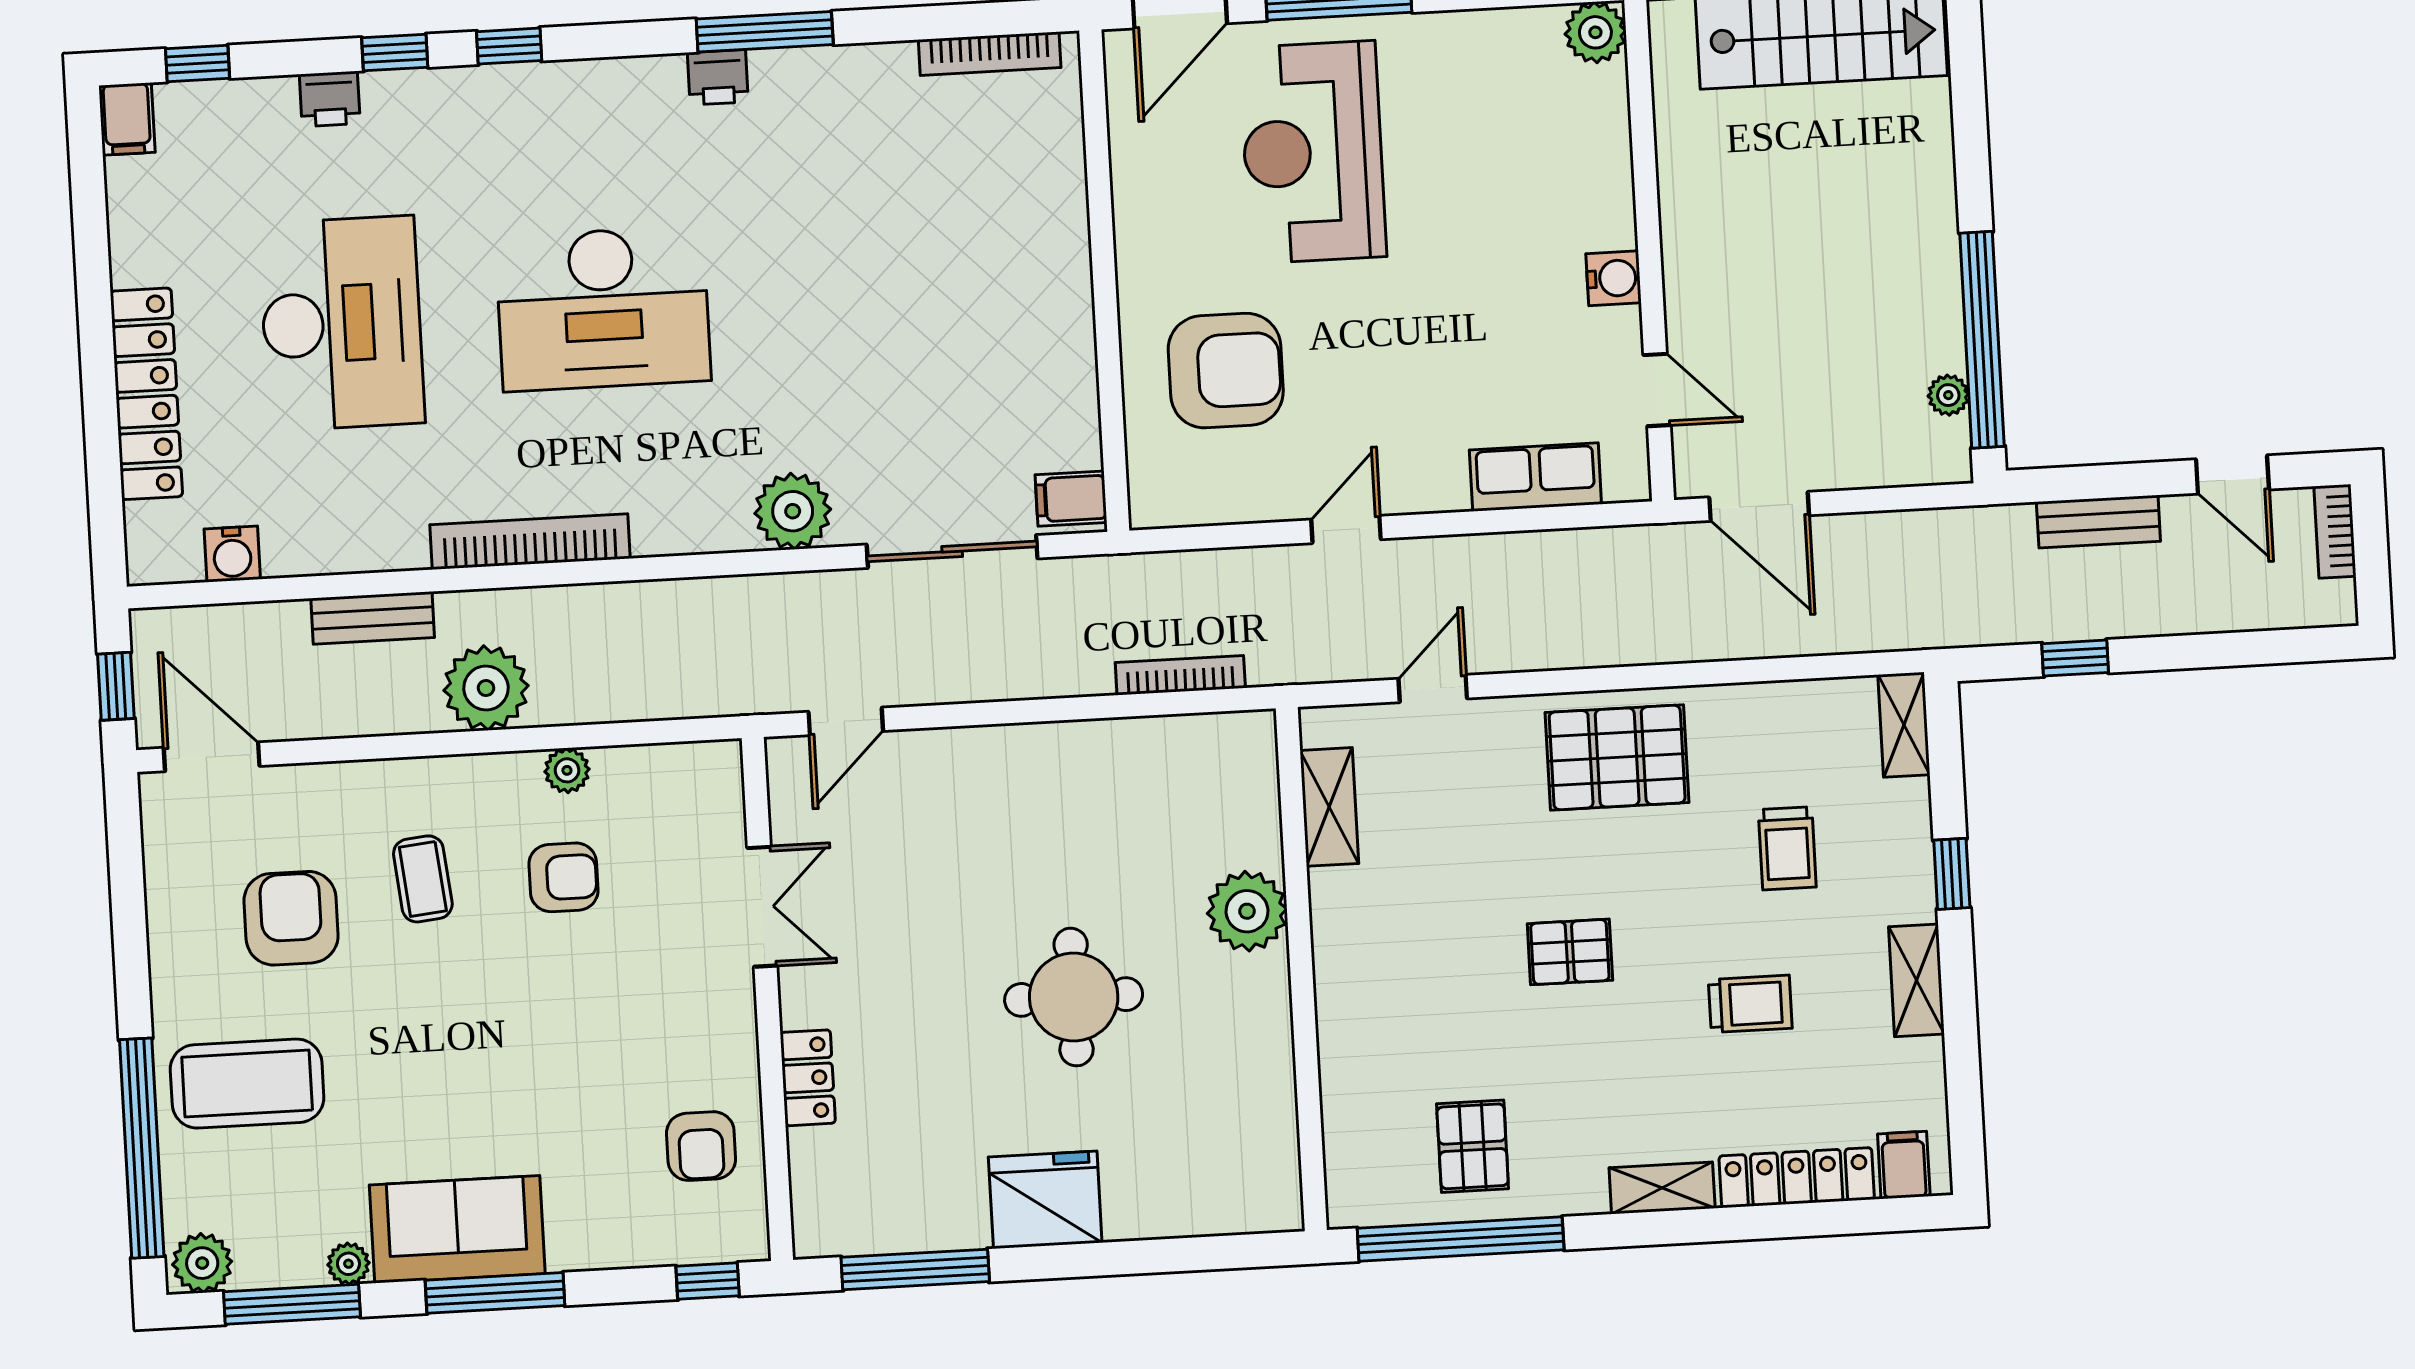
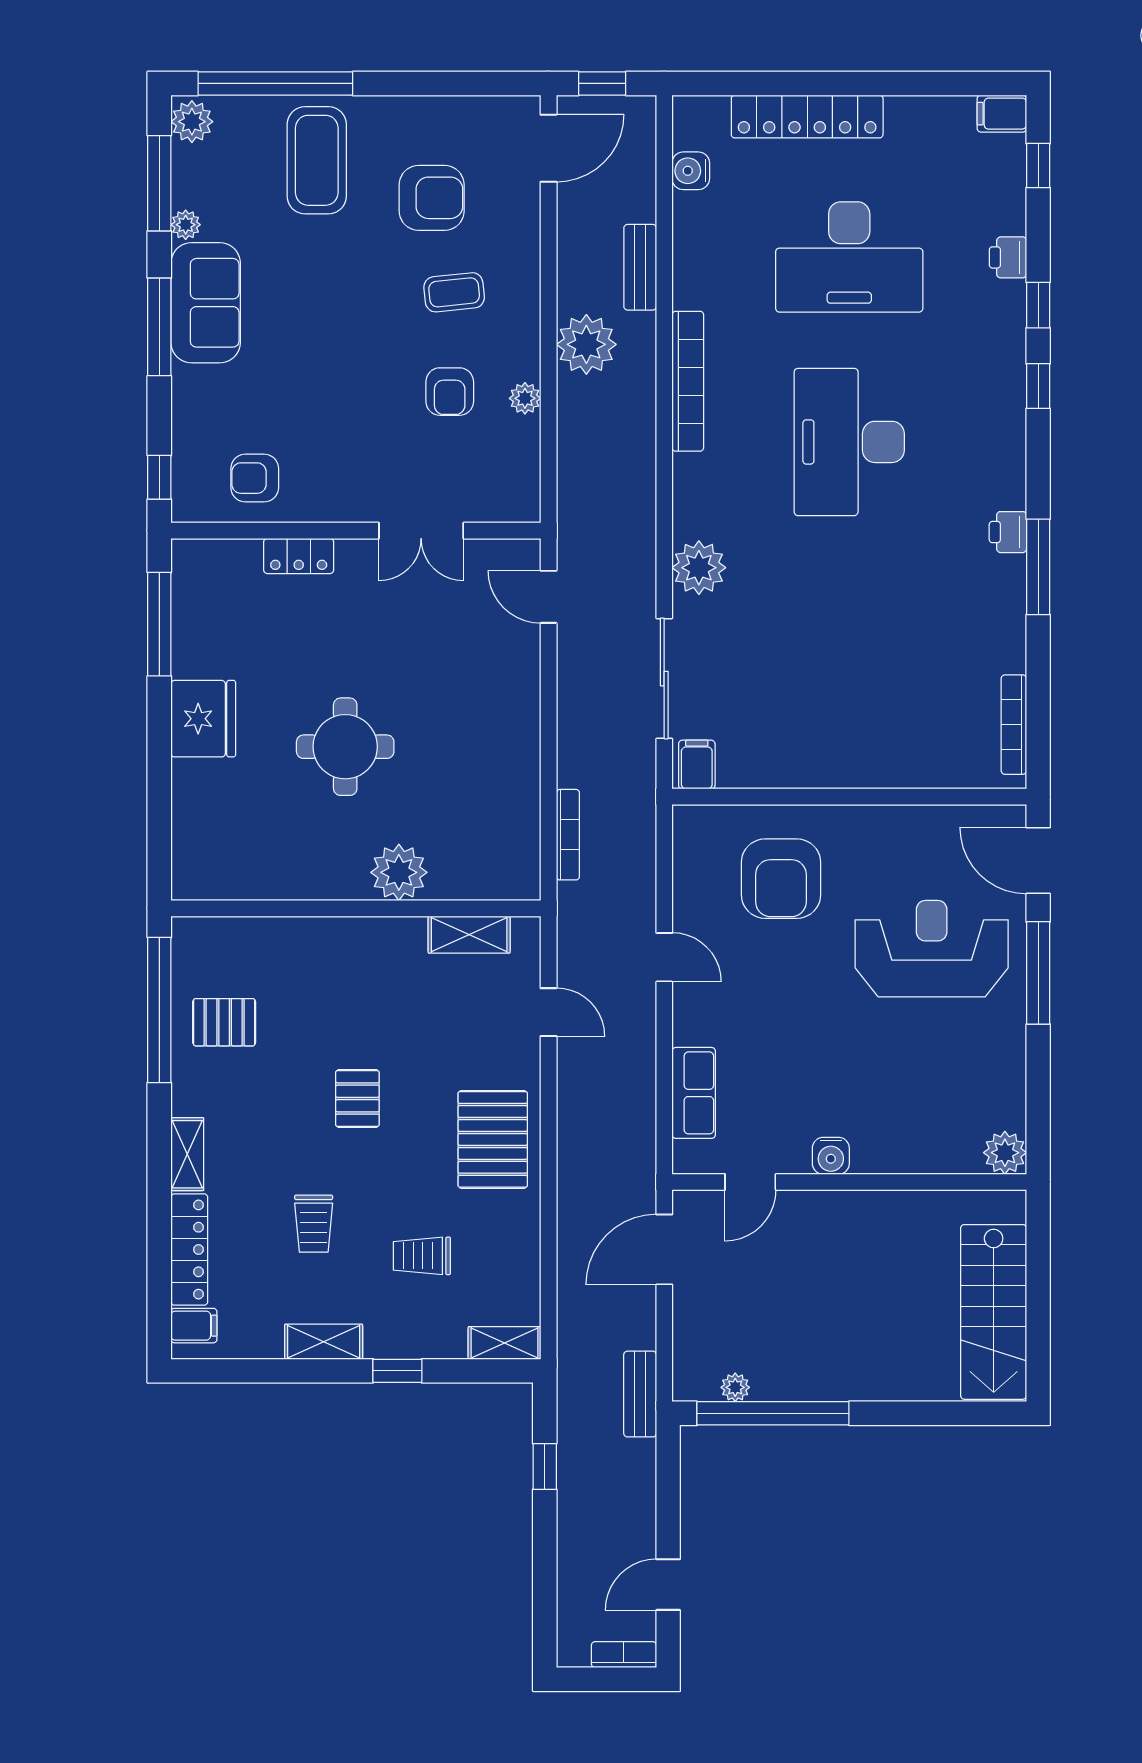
bench: (2098, 522) -> (640, 1394), moved

